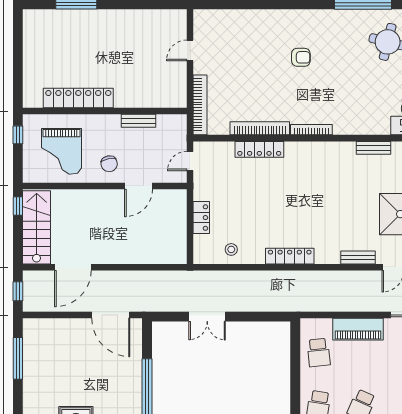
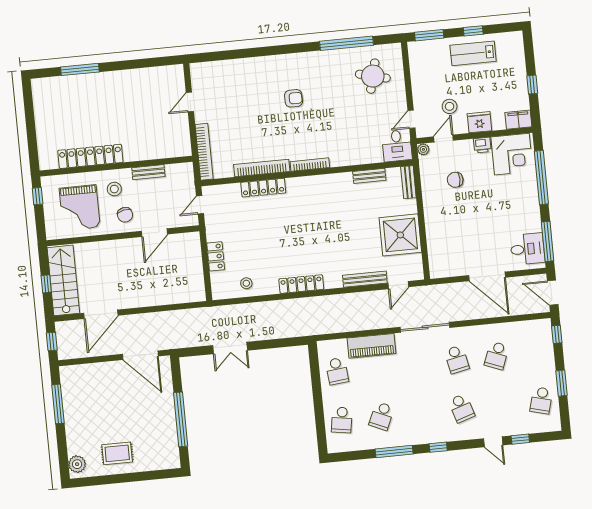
stool: (100, 135) -> (114, 189), added
window: (18, 206) -> (46, 284), moved
bench: (358, 257) -> (365, 279), width x1.36

